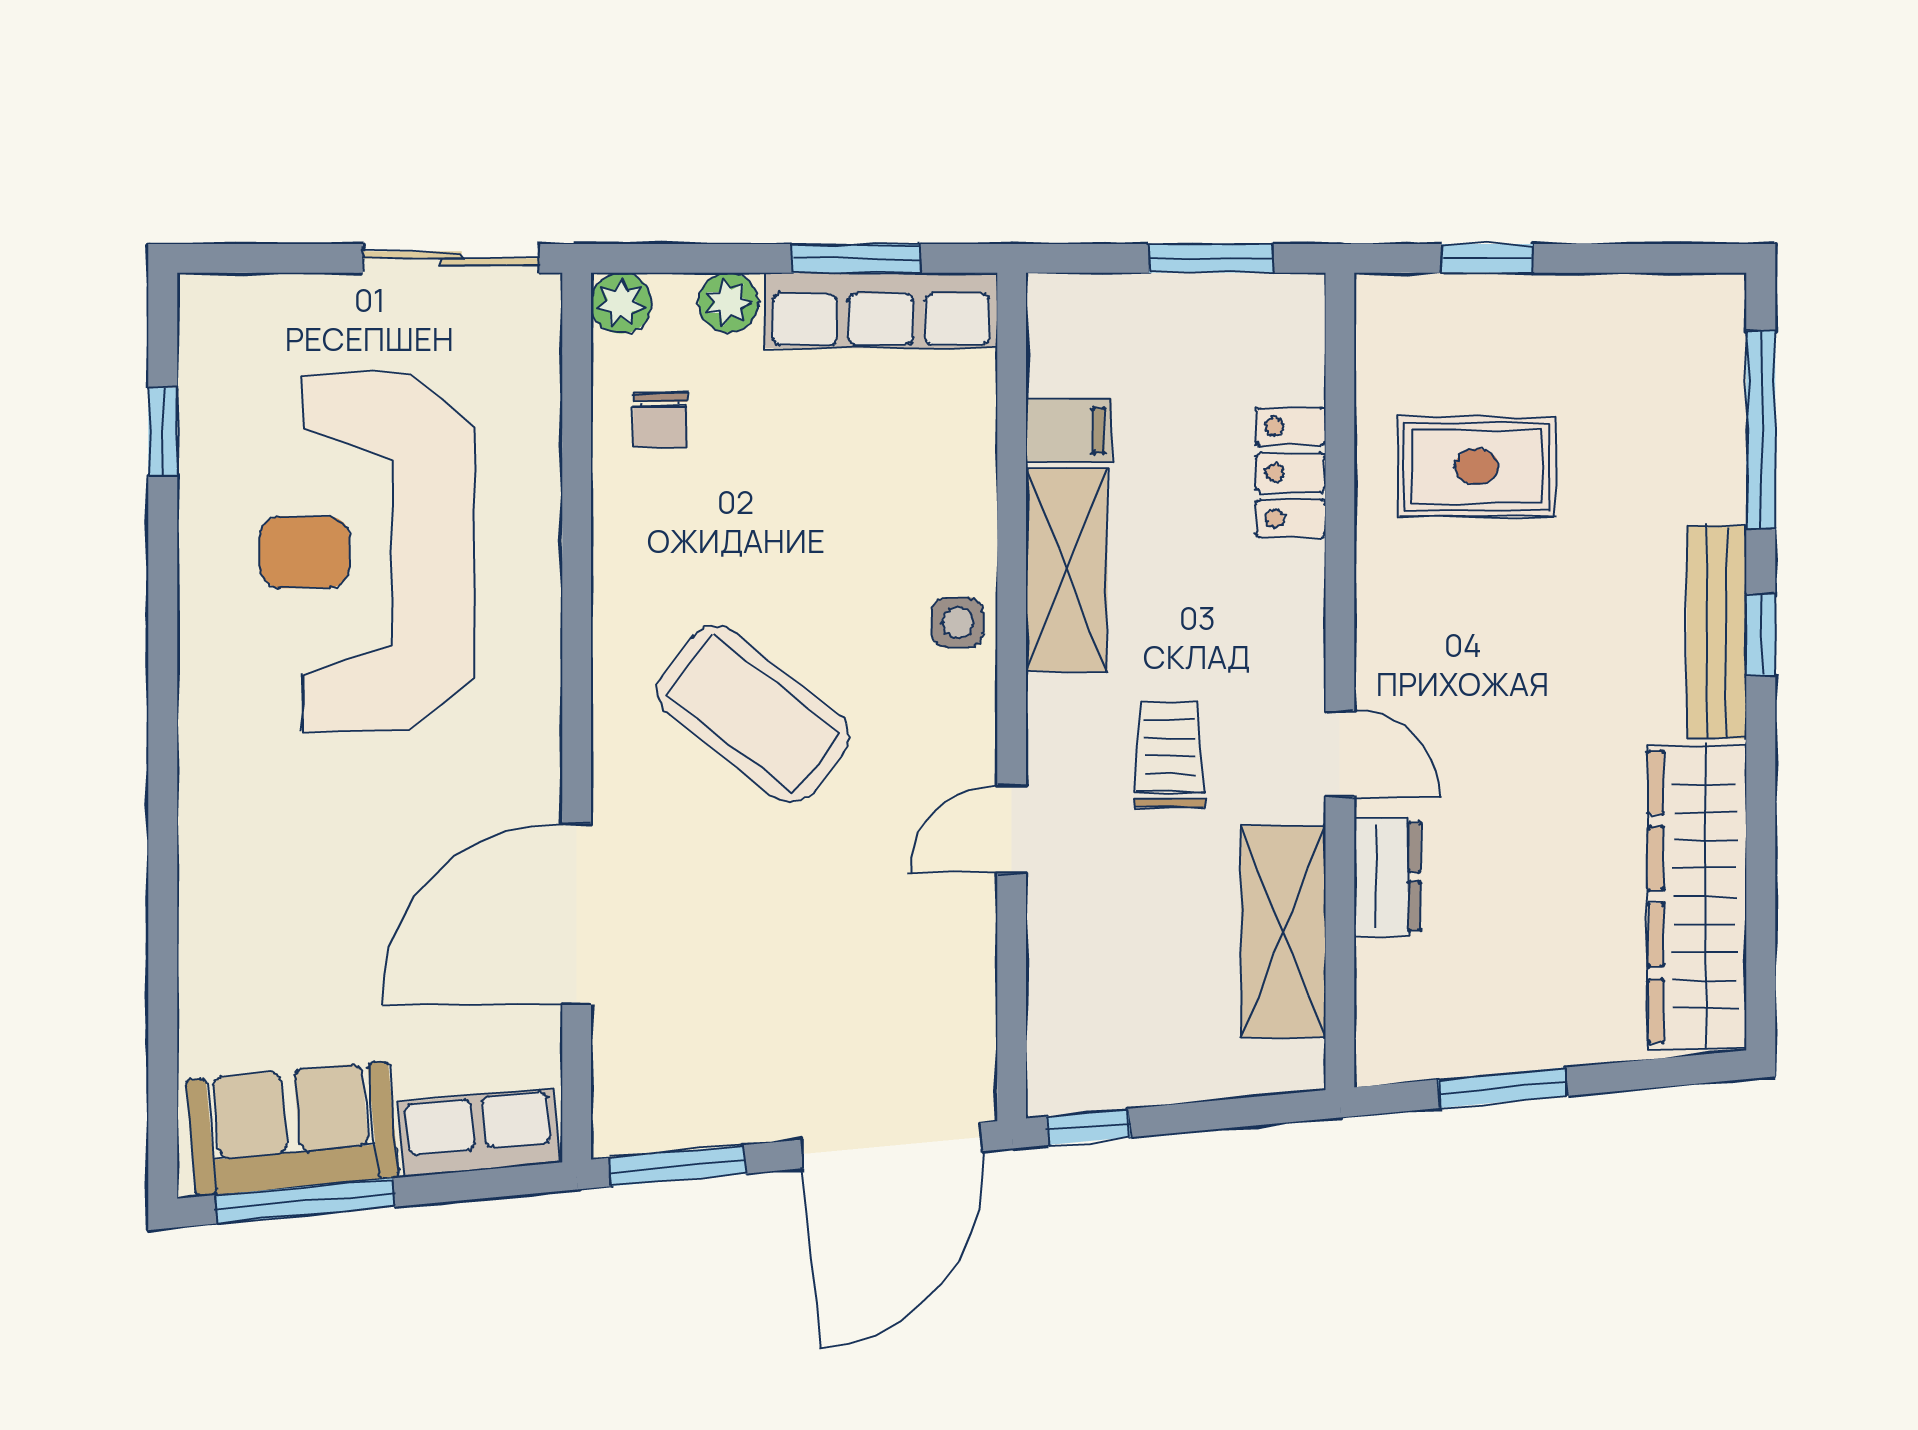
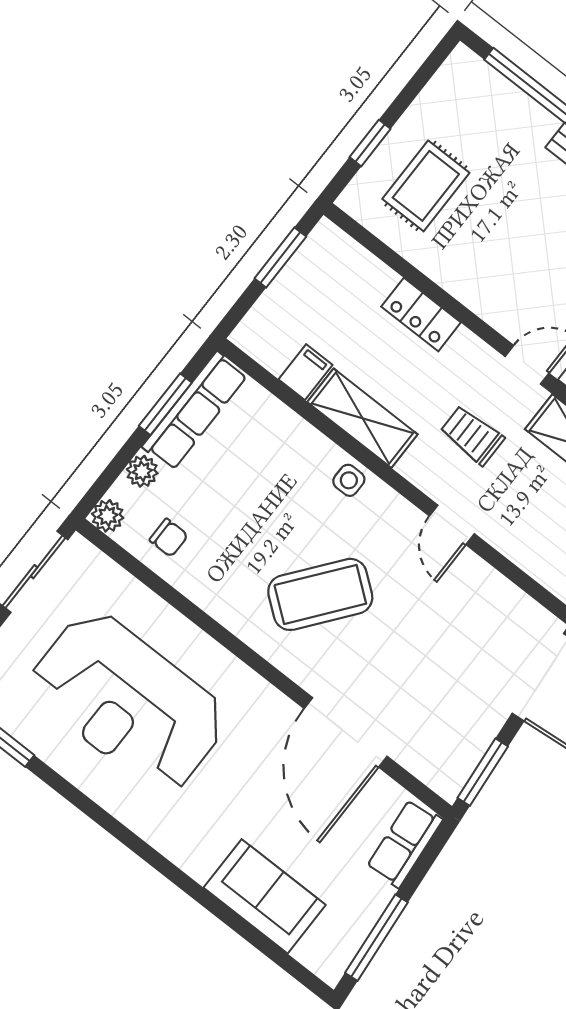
rug: (1477, 467) -> (426, 186), moved
locker: (1291, 473) -> (421, 315), moved
sofa: (292, 1129) -> (265, 896), moved, turned 95

